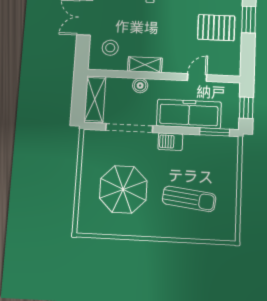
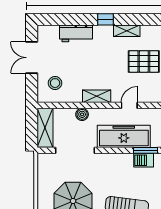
shelving: (145, 65) -> (97, 96), moved
barbecue: (170, 142) -> (144, 160), moved

